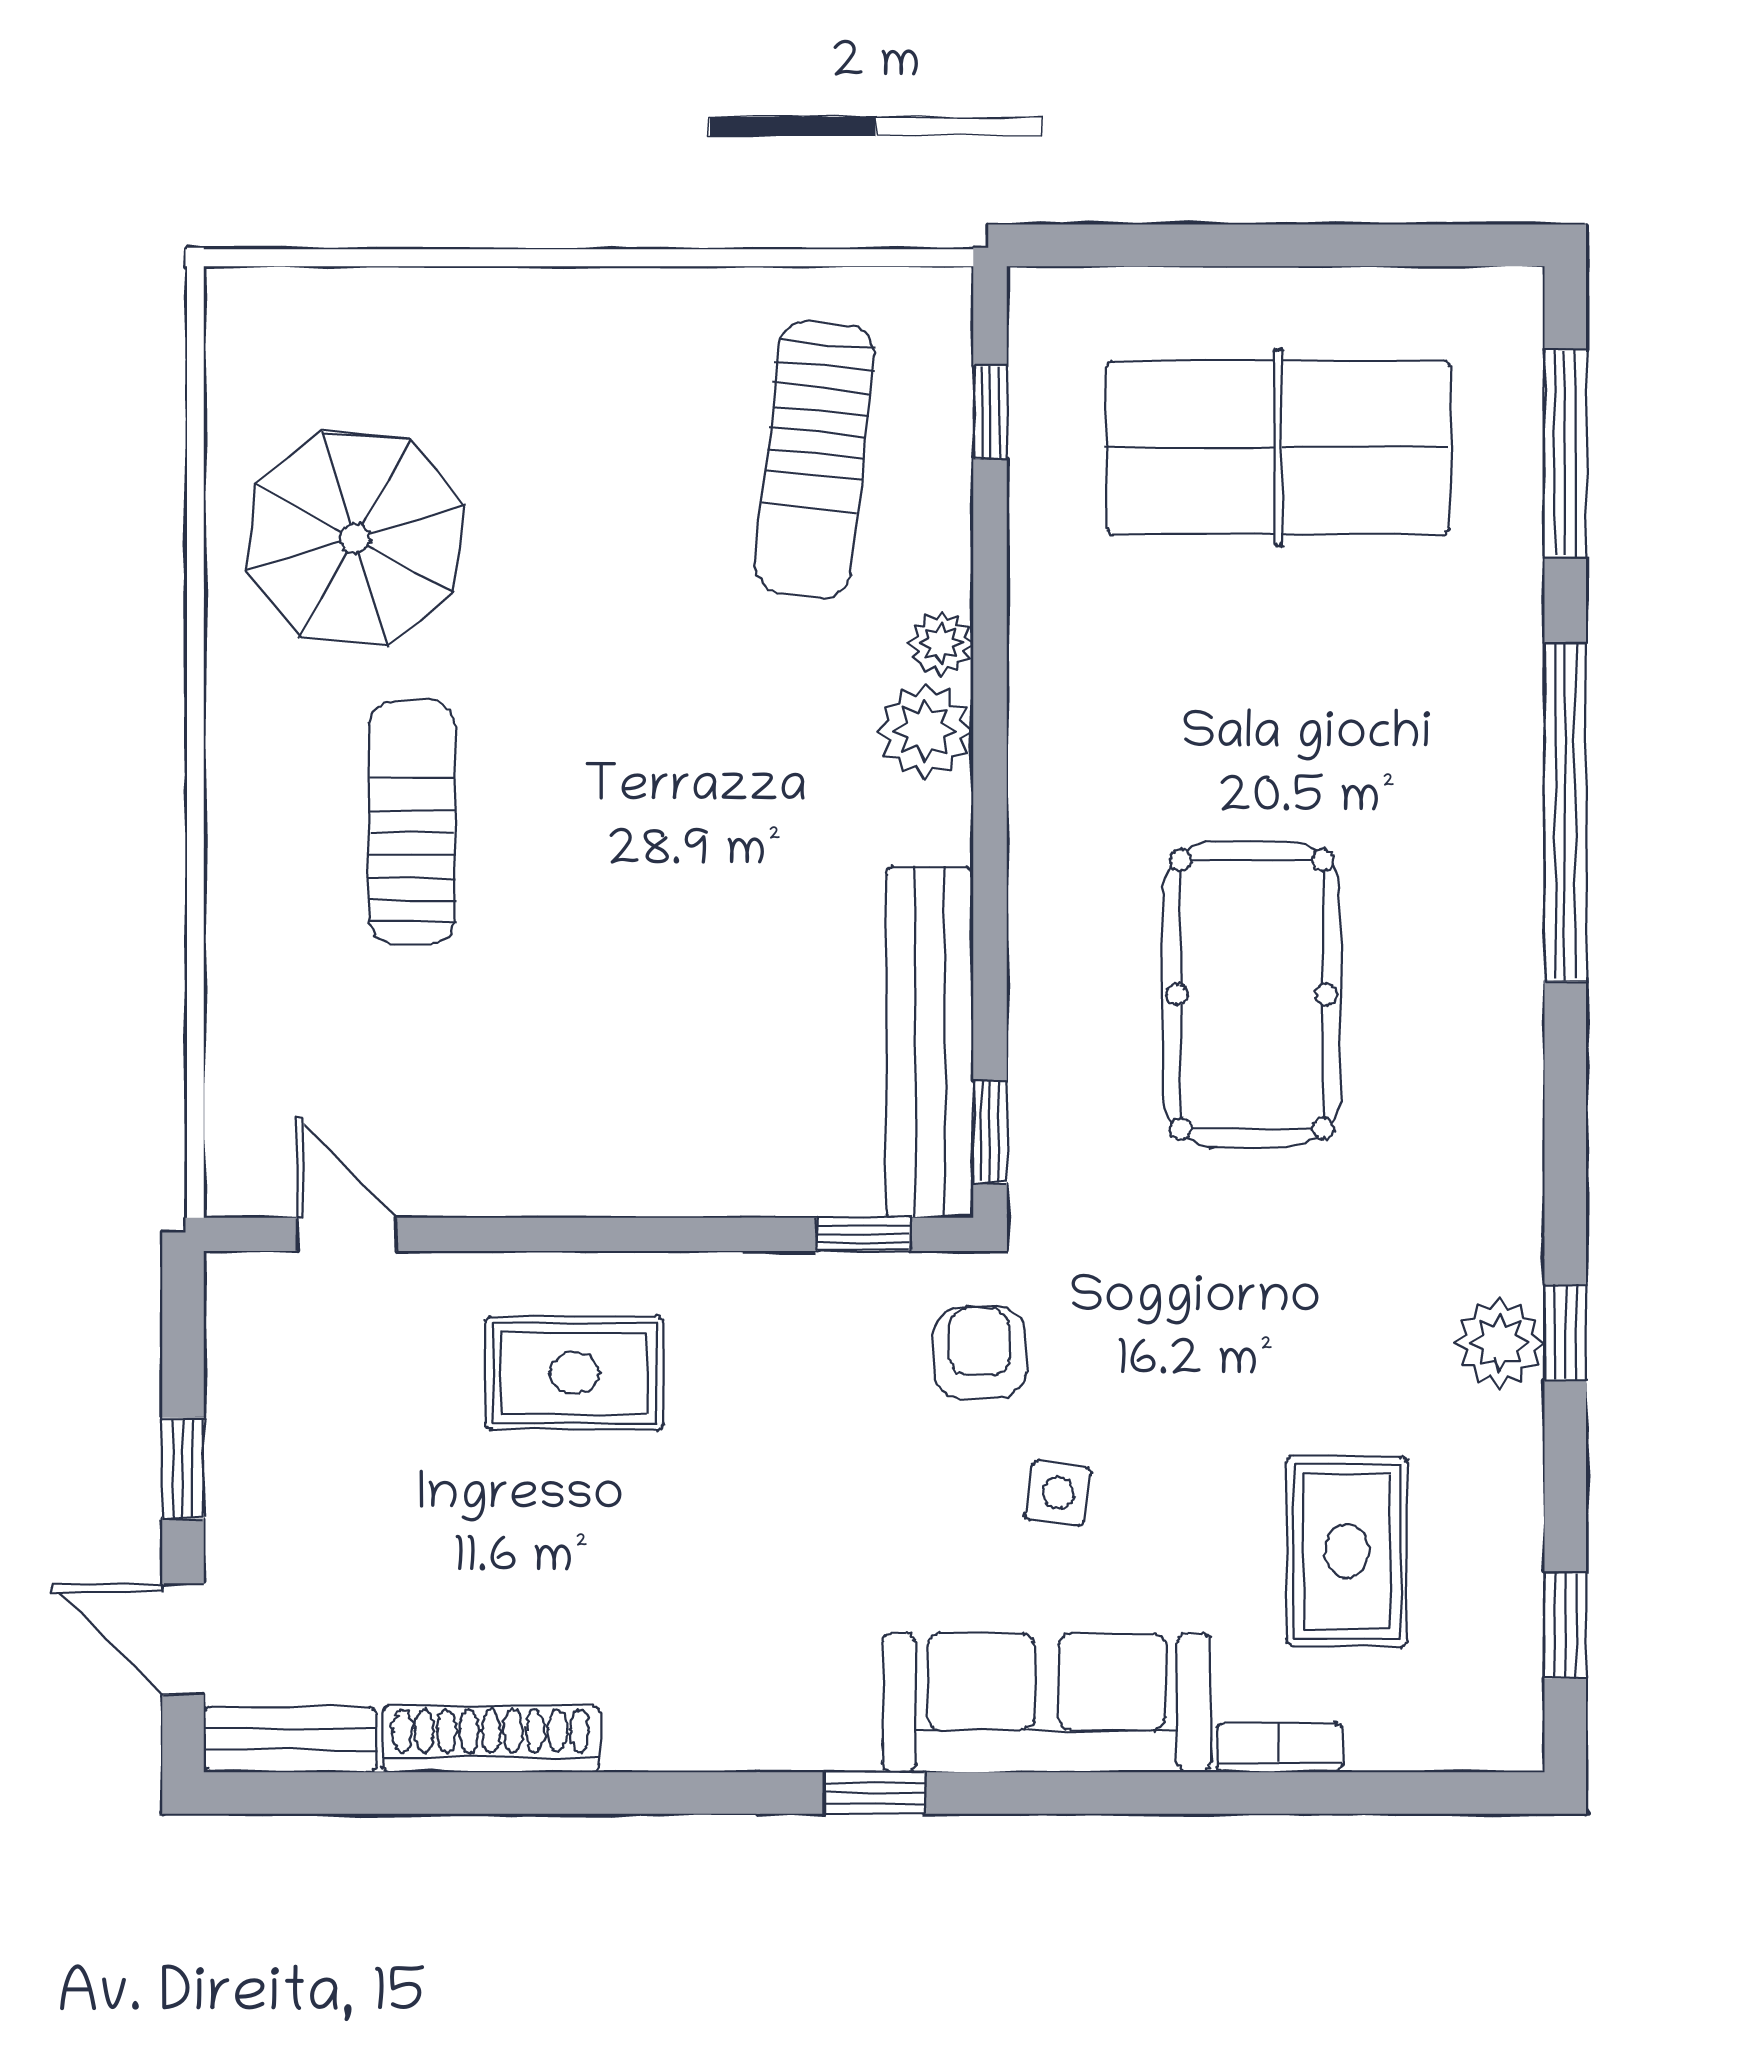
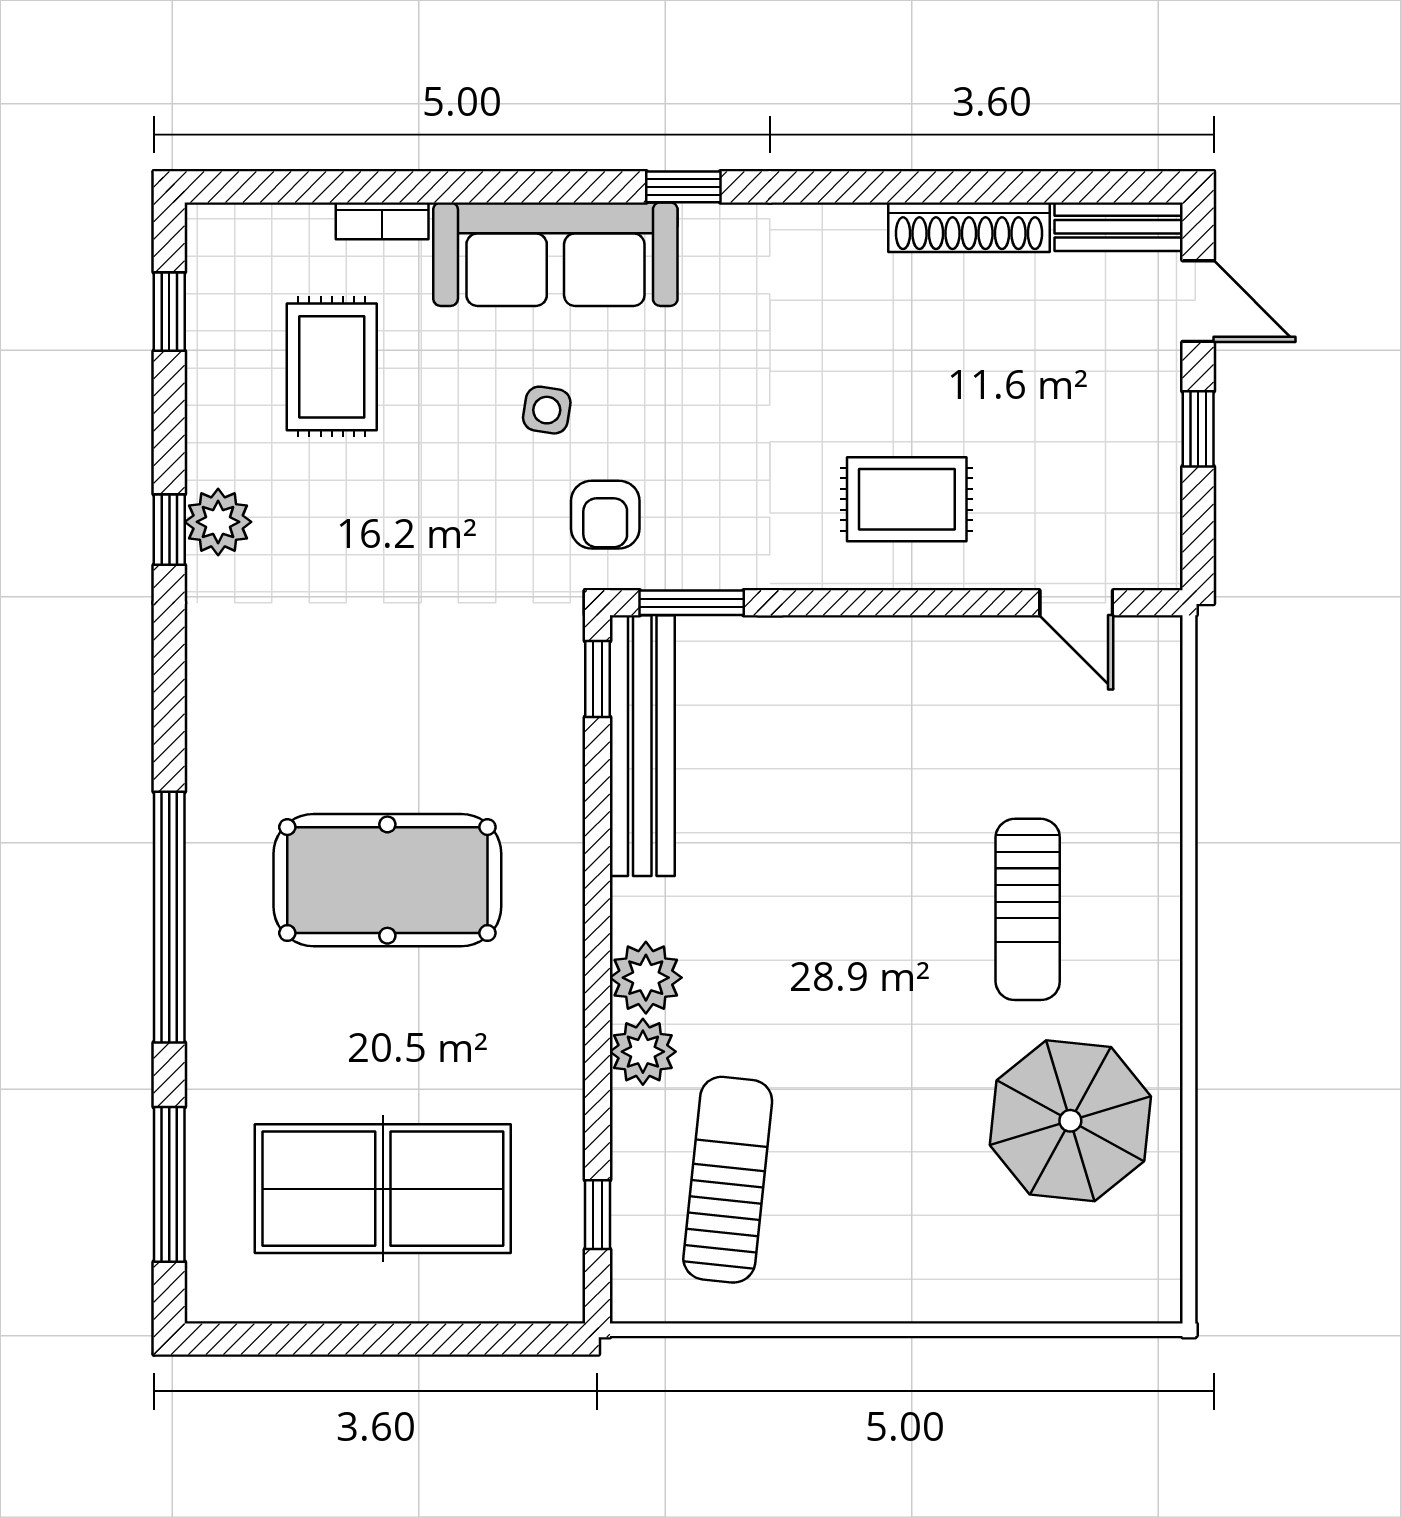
plant: (941, 643) -> (643, 1052), width x1.38, depth x1.38
pool table: (1252, 994) -> (387, 880), moved, turned 90
window: (864, 1234) -> (692, 603), width x1.50

